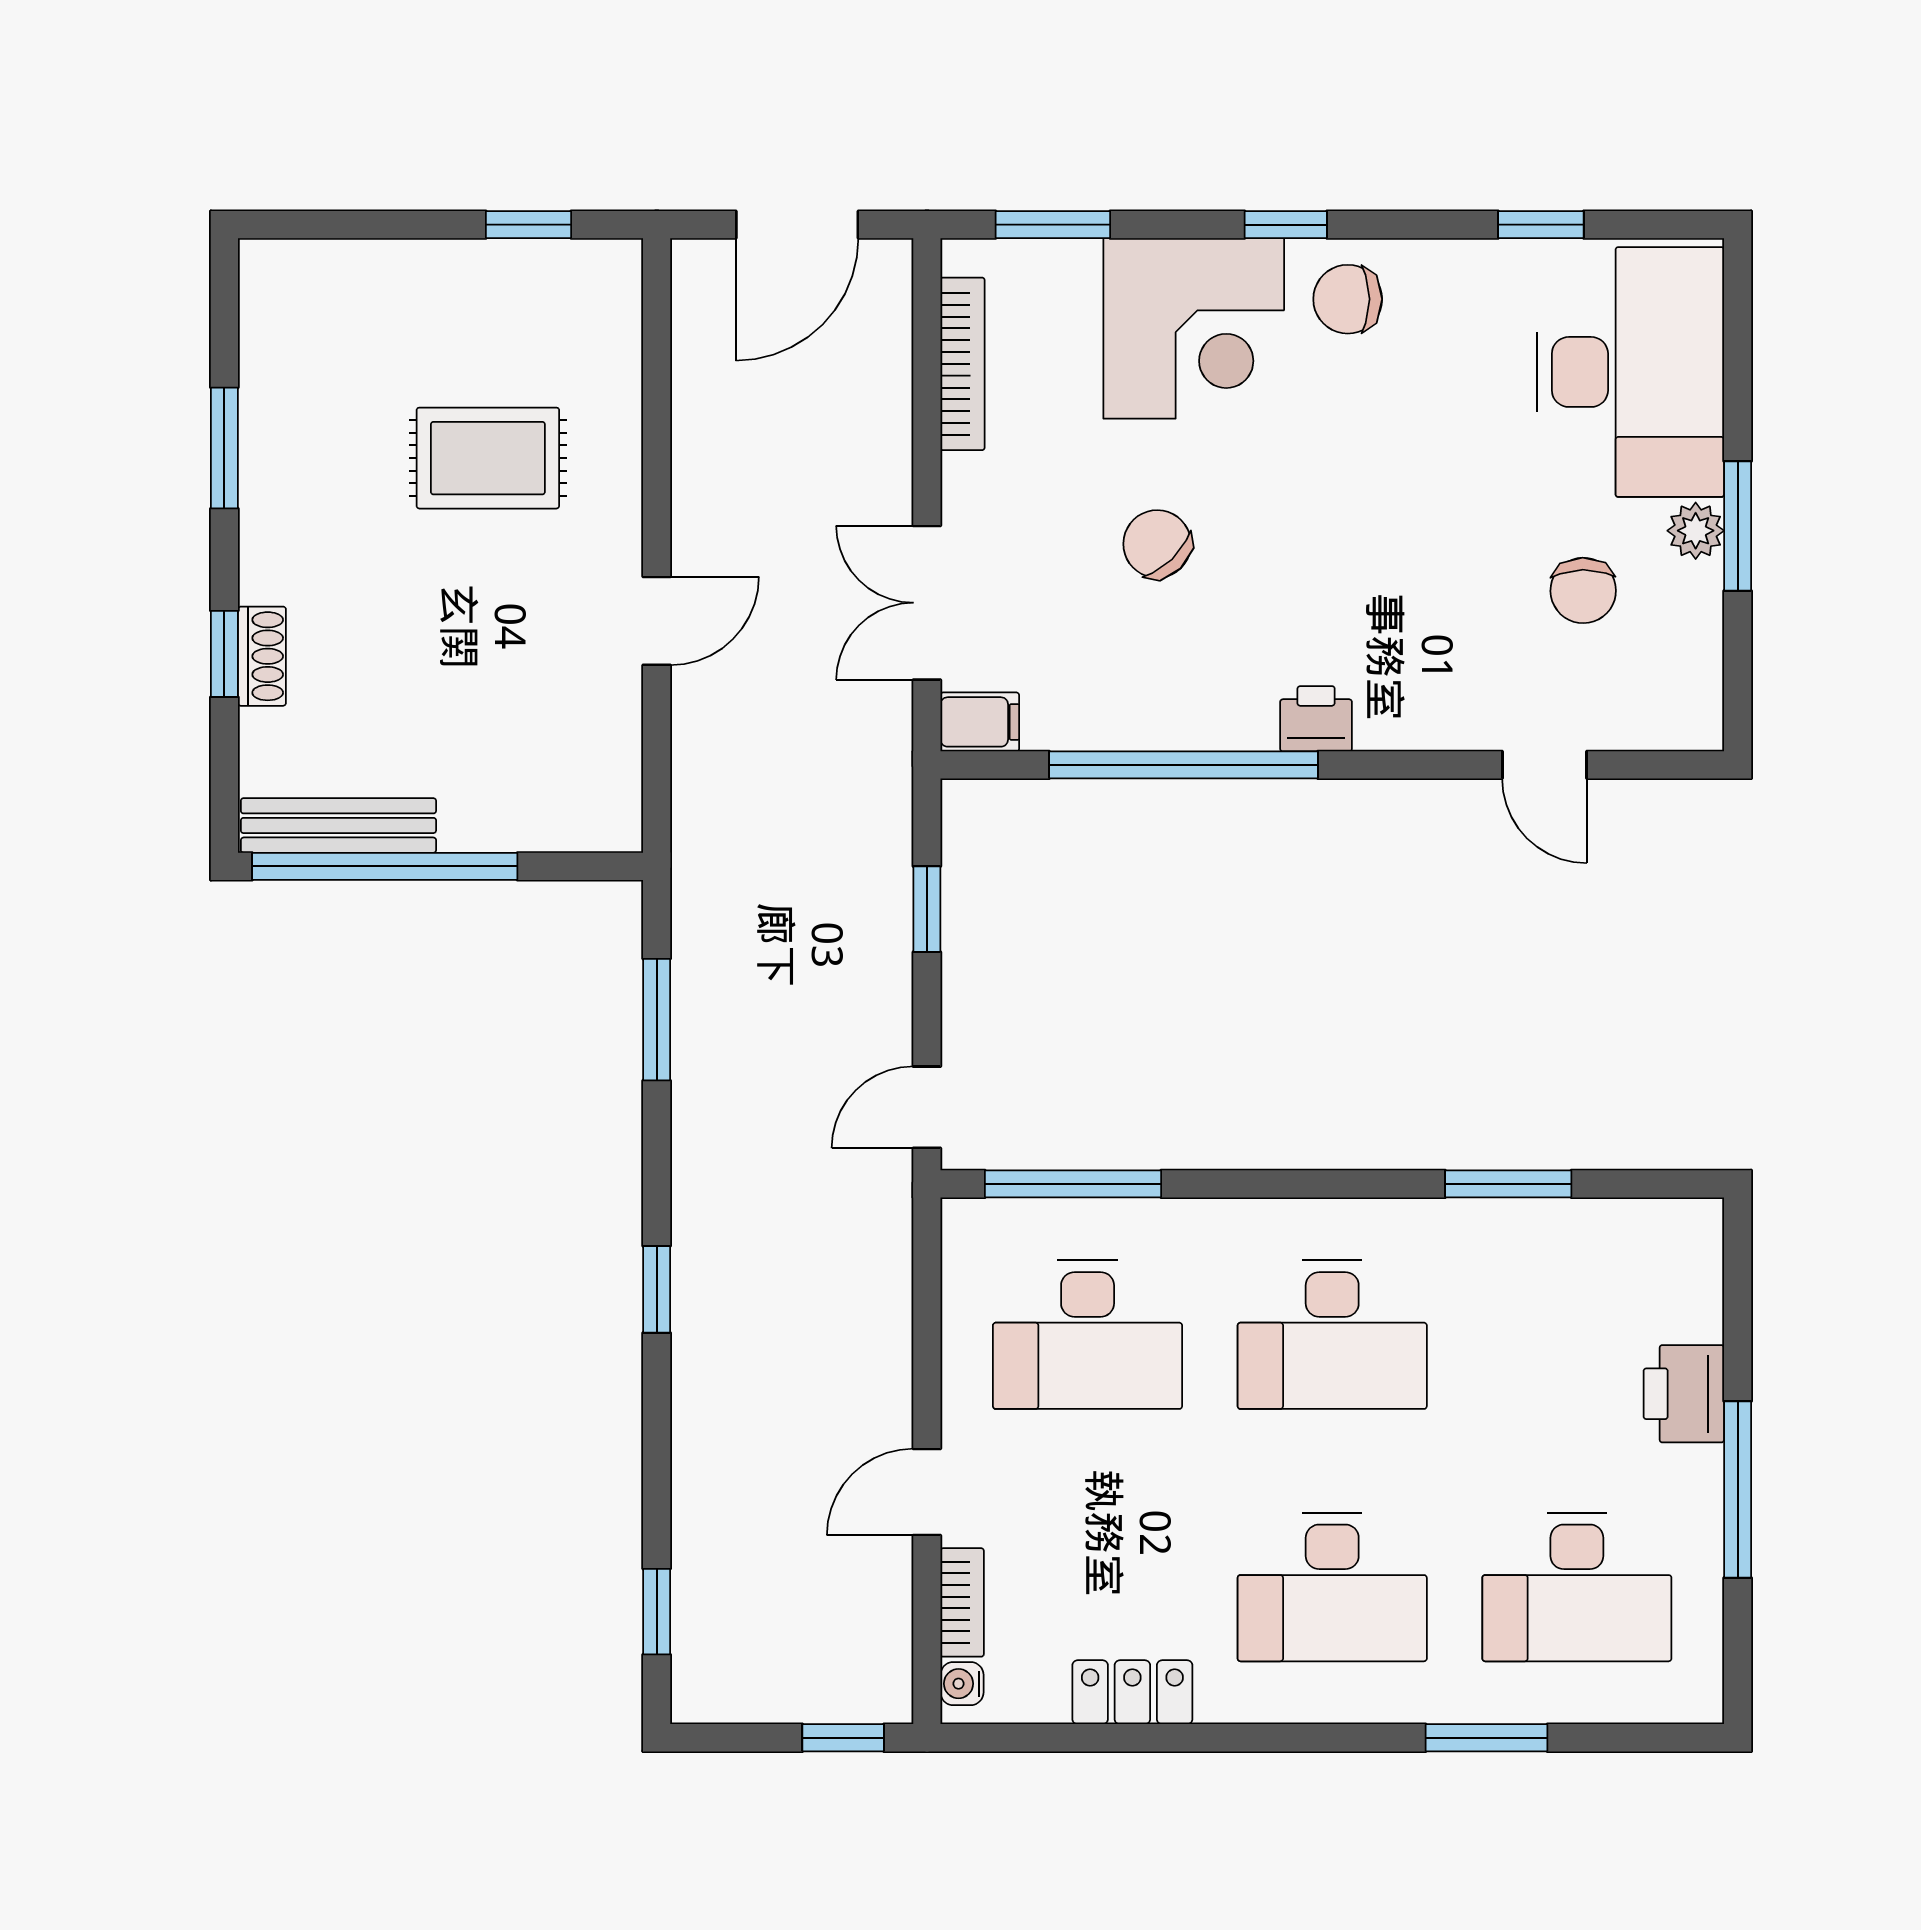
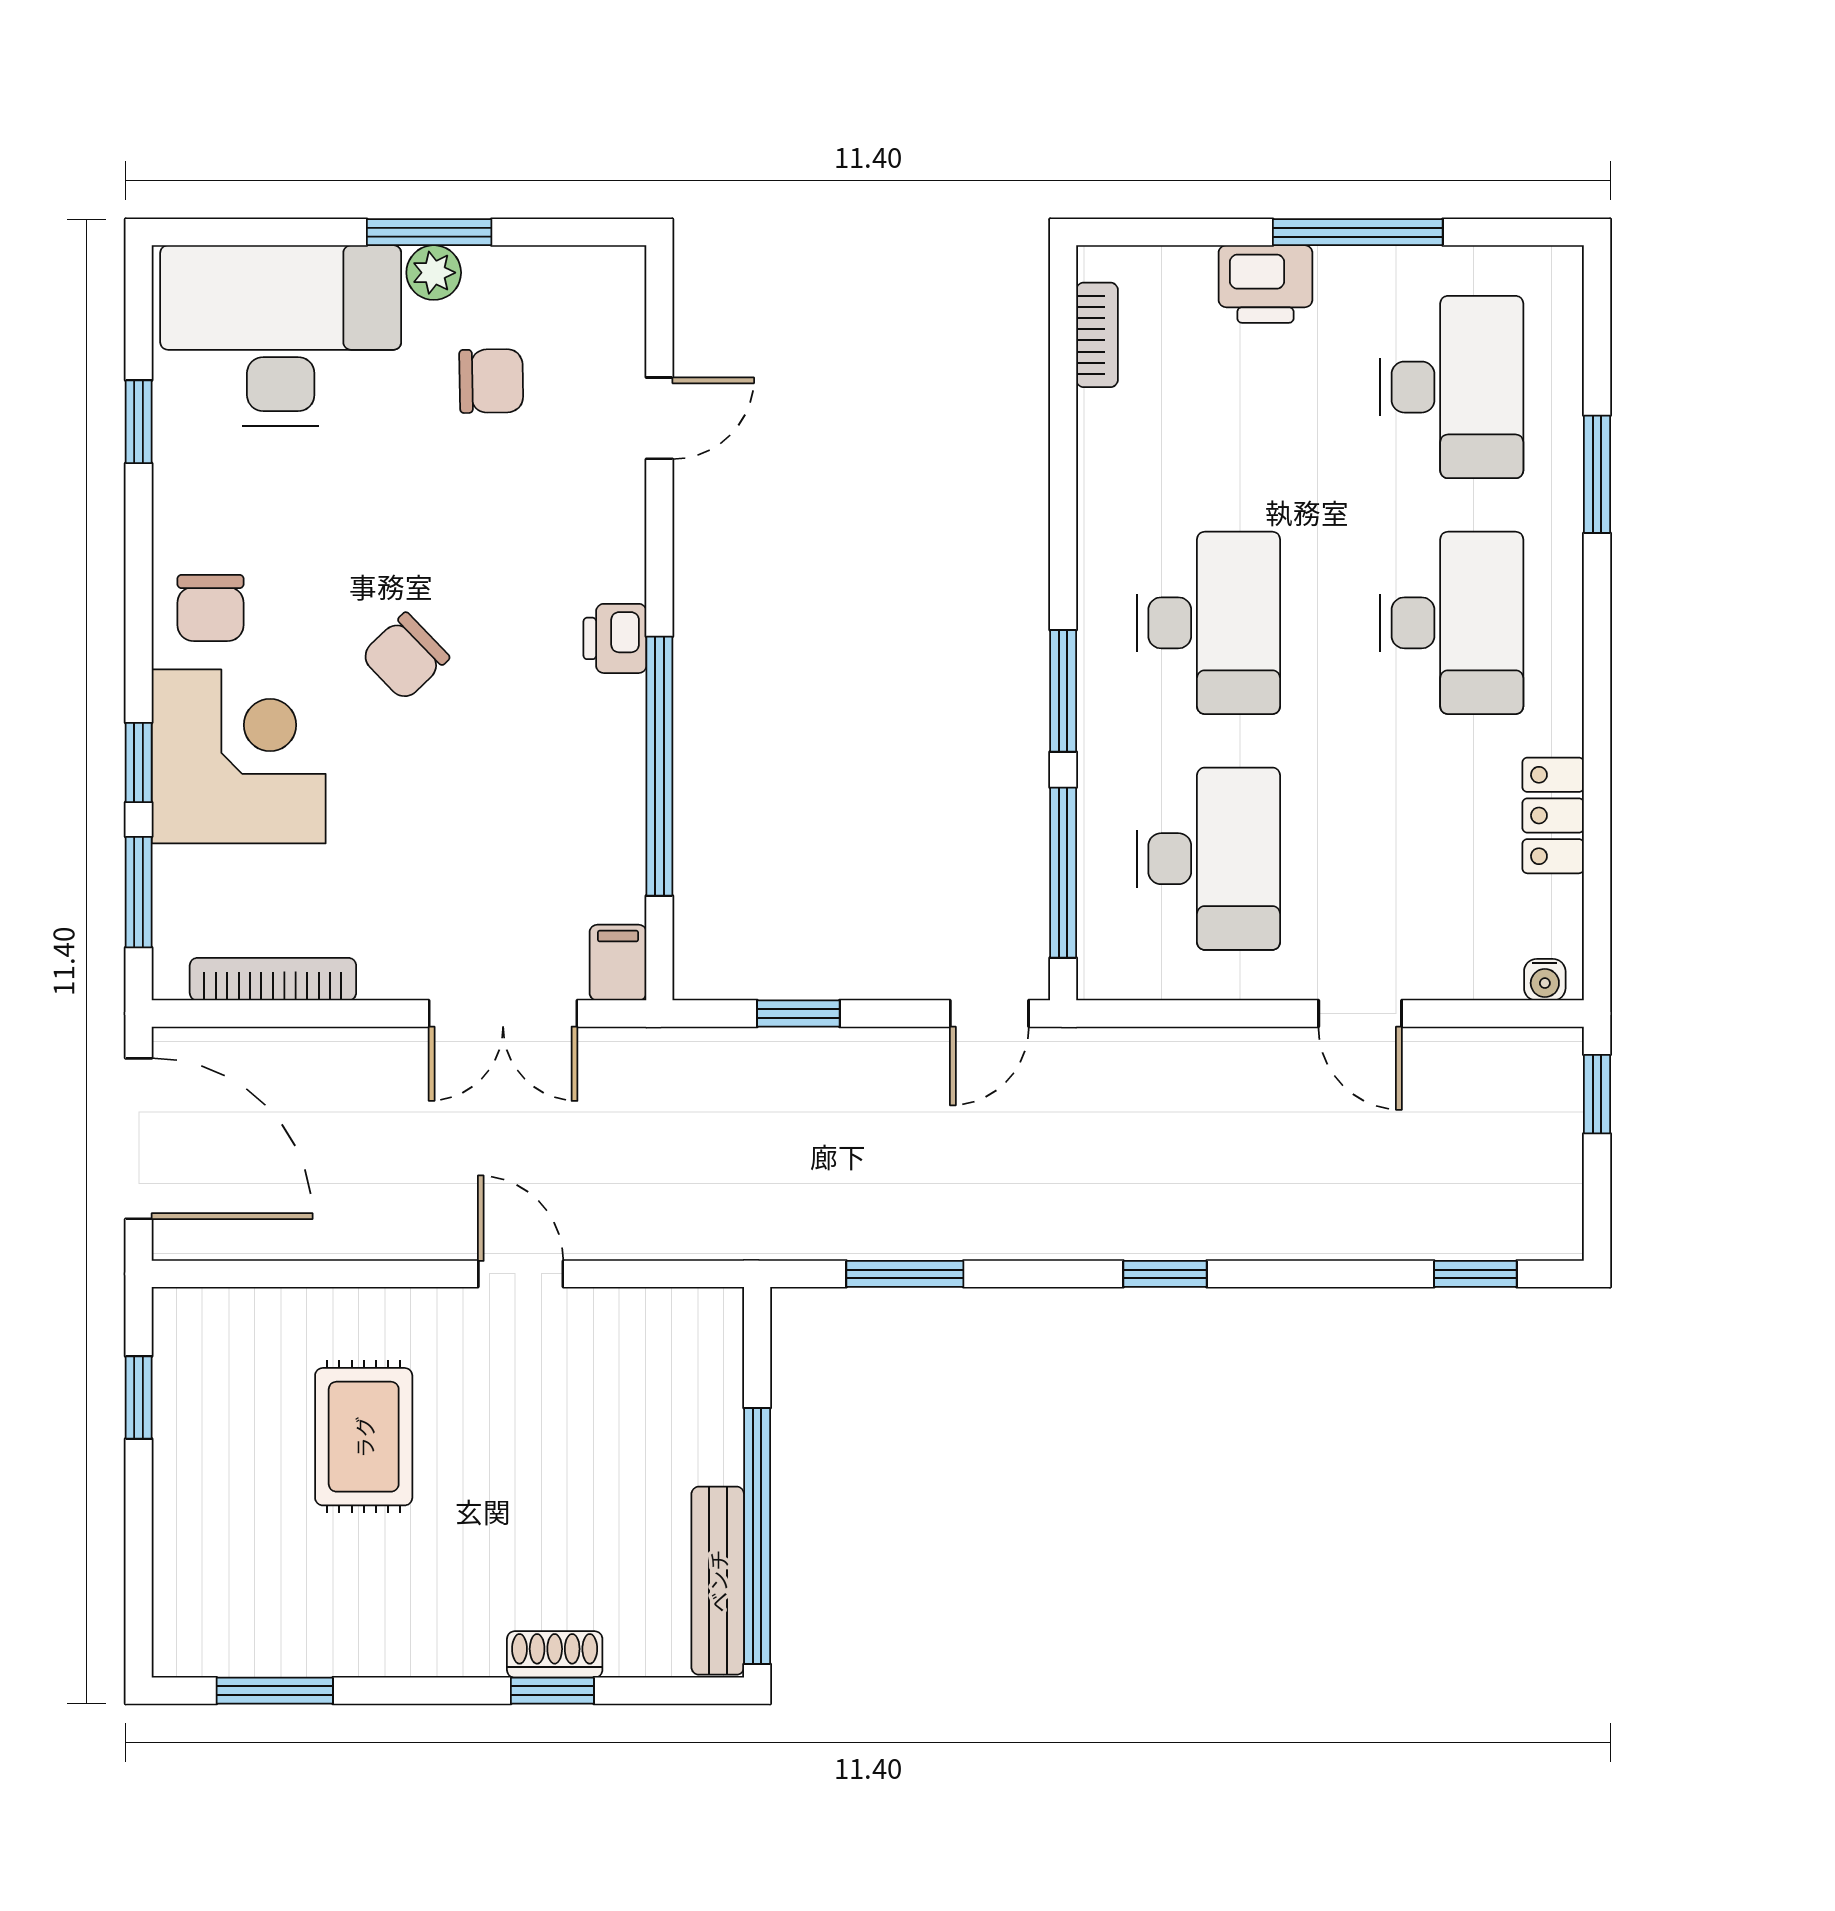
door: (797, 225) -> (139, 1139), width x1.36
window: (1286, 225) -> (139, 762), moved
window: (224, 448) -> (275, 1691), moved
chair: (1157, 544) -> (405, 657), moved
door: (927, 1107) -> (989, 1014), hinge flipped
window: (1508, 1184) -> (1063, 691), moved
bookcase: (962, 1602) -> (1097, 335), moved, turned 90

